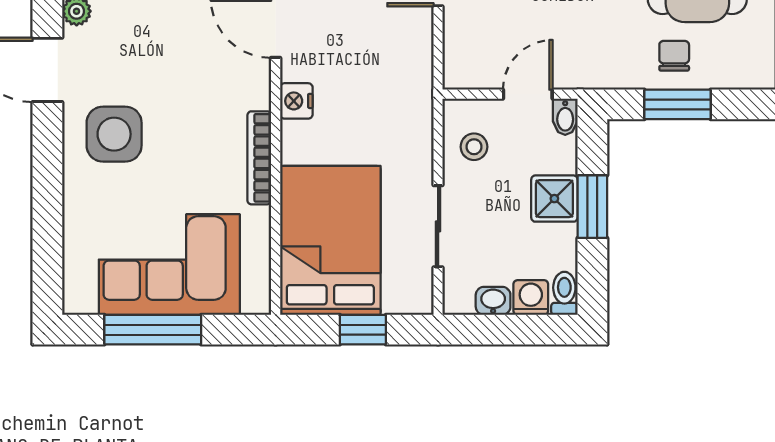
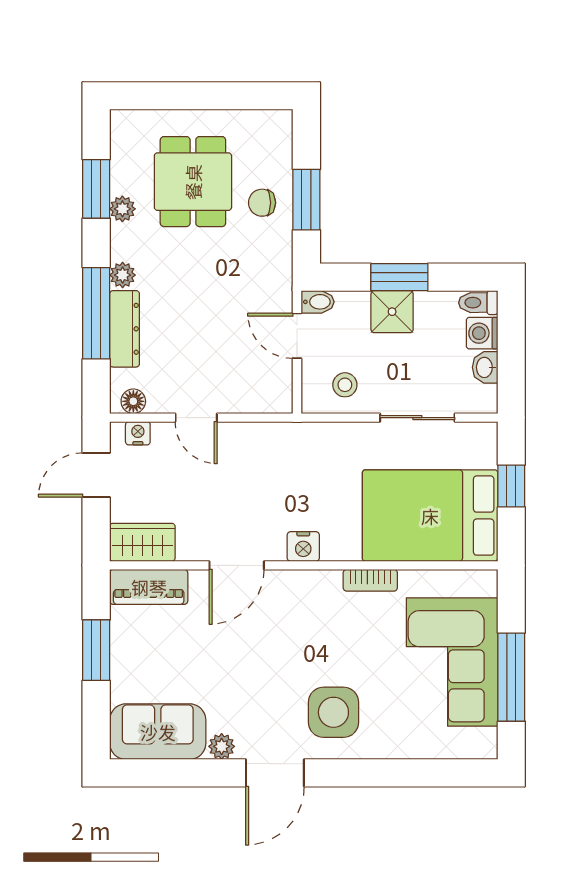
bookcase: (259, 158) -> (370, 580), width x0.64

